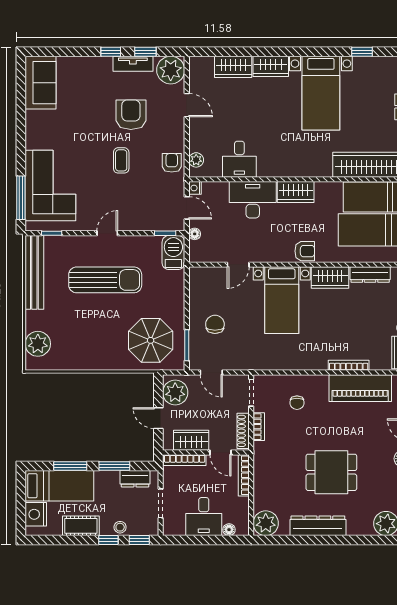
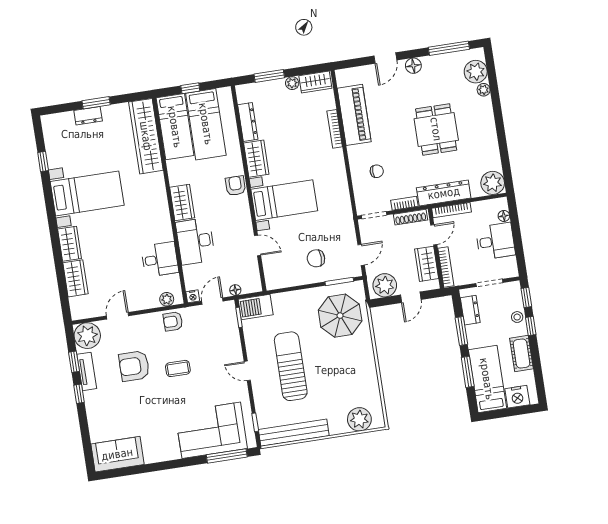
dresser: (318, 526) -> (444, 193), moved, turned 90
plant: (366, 529) -> (484, 90), added

